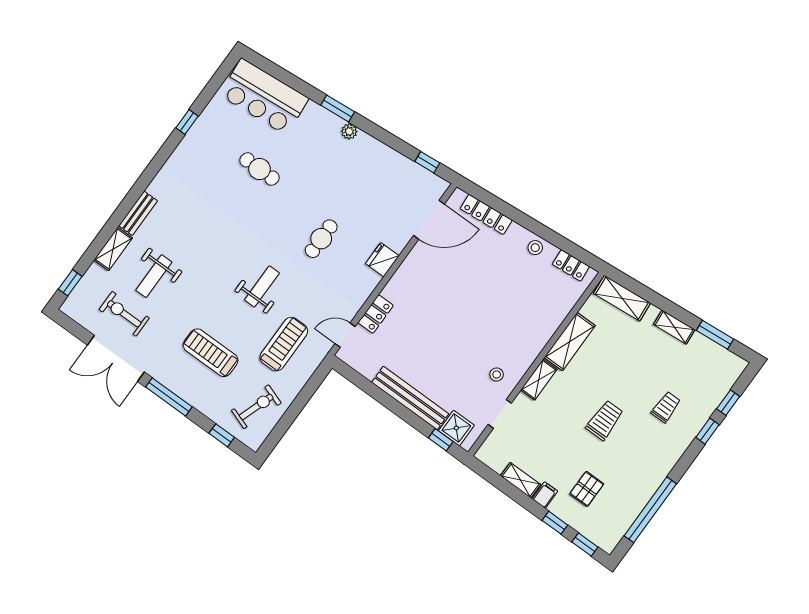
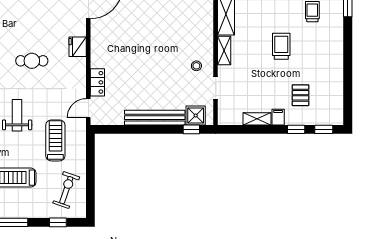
cafe table: (321, 239) -> (32, 61), turned 90
window: (650, 510) -> (348, 80), removed

